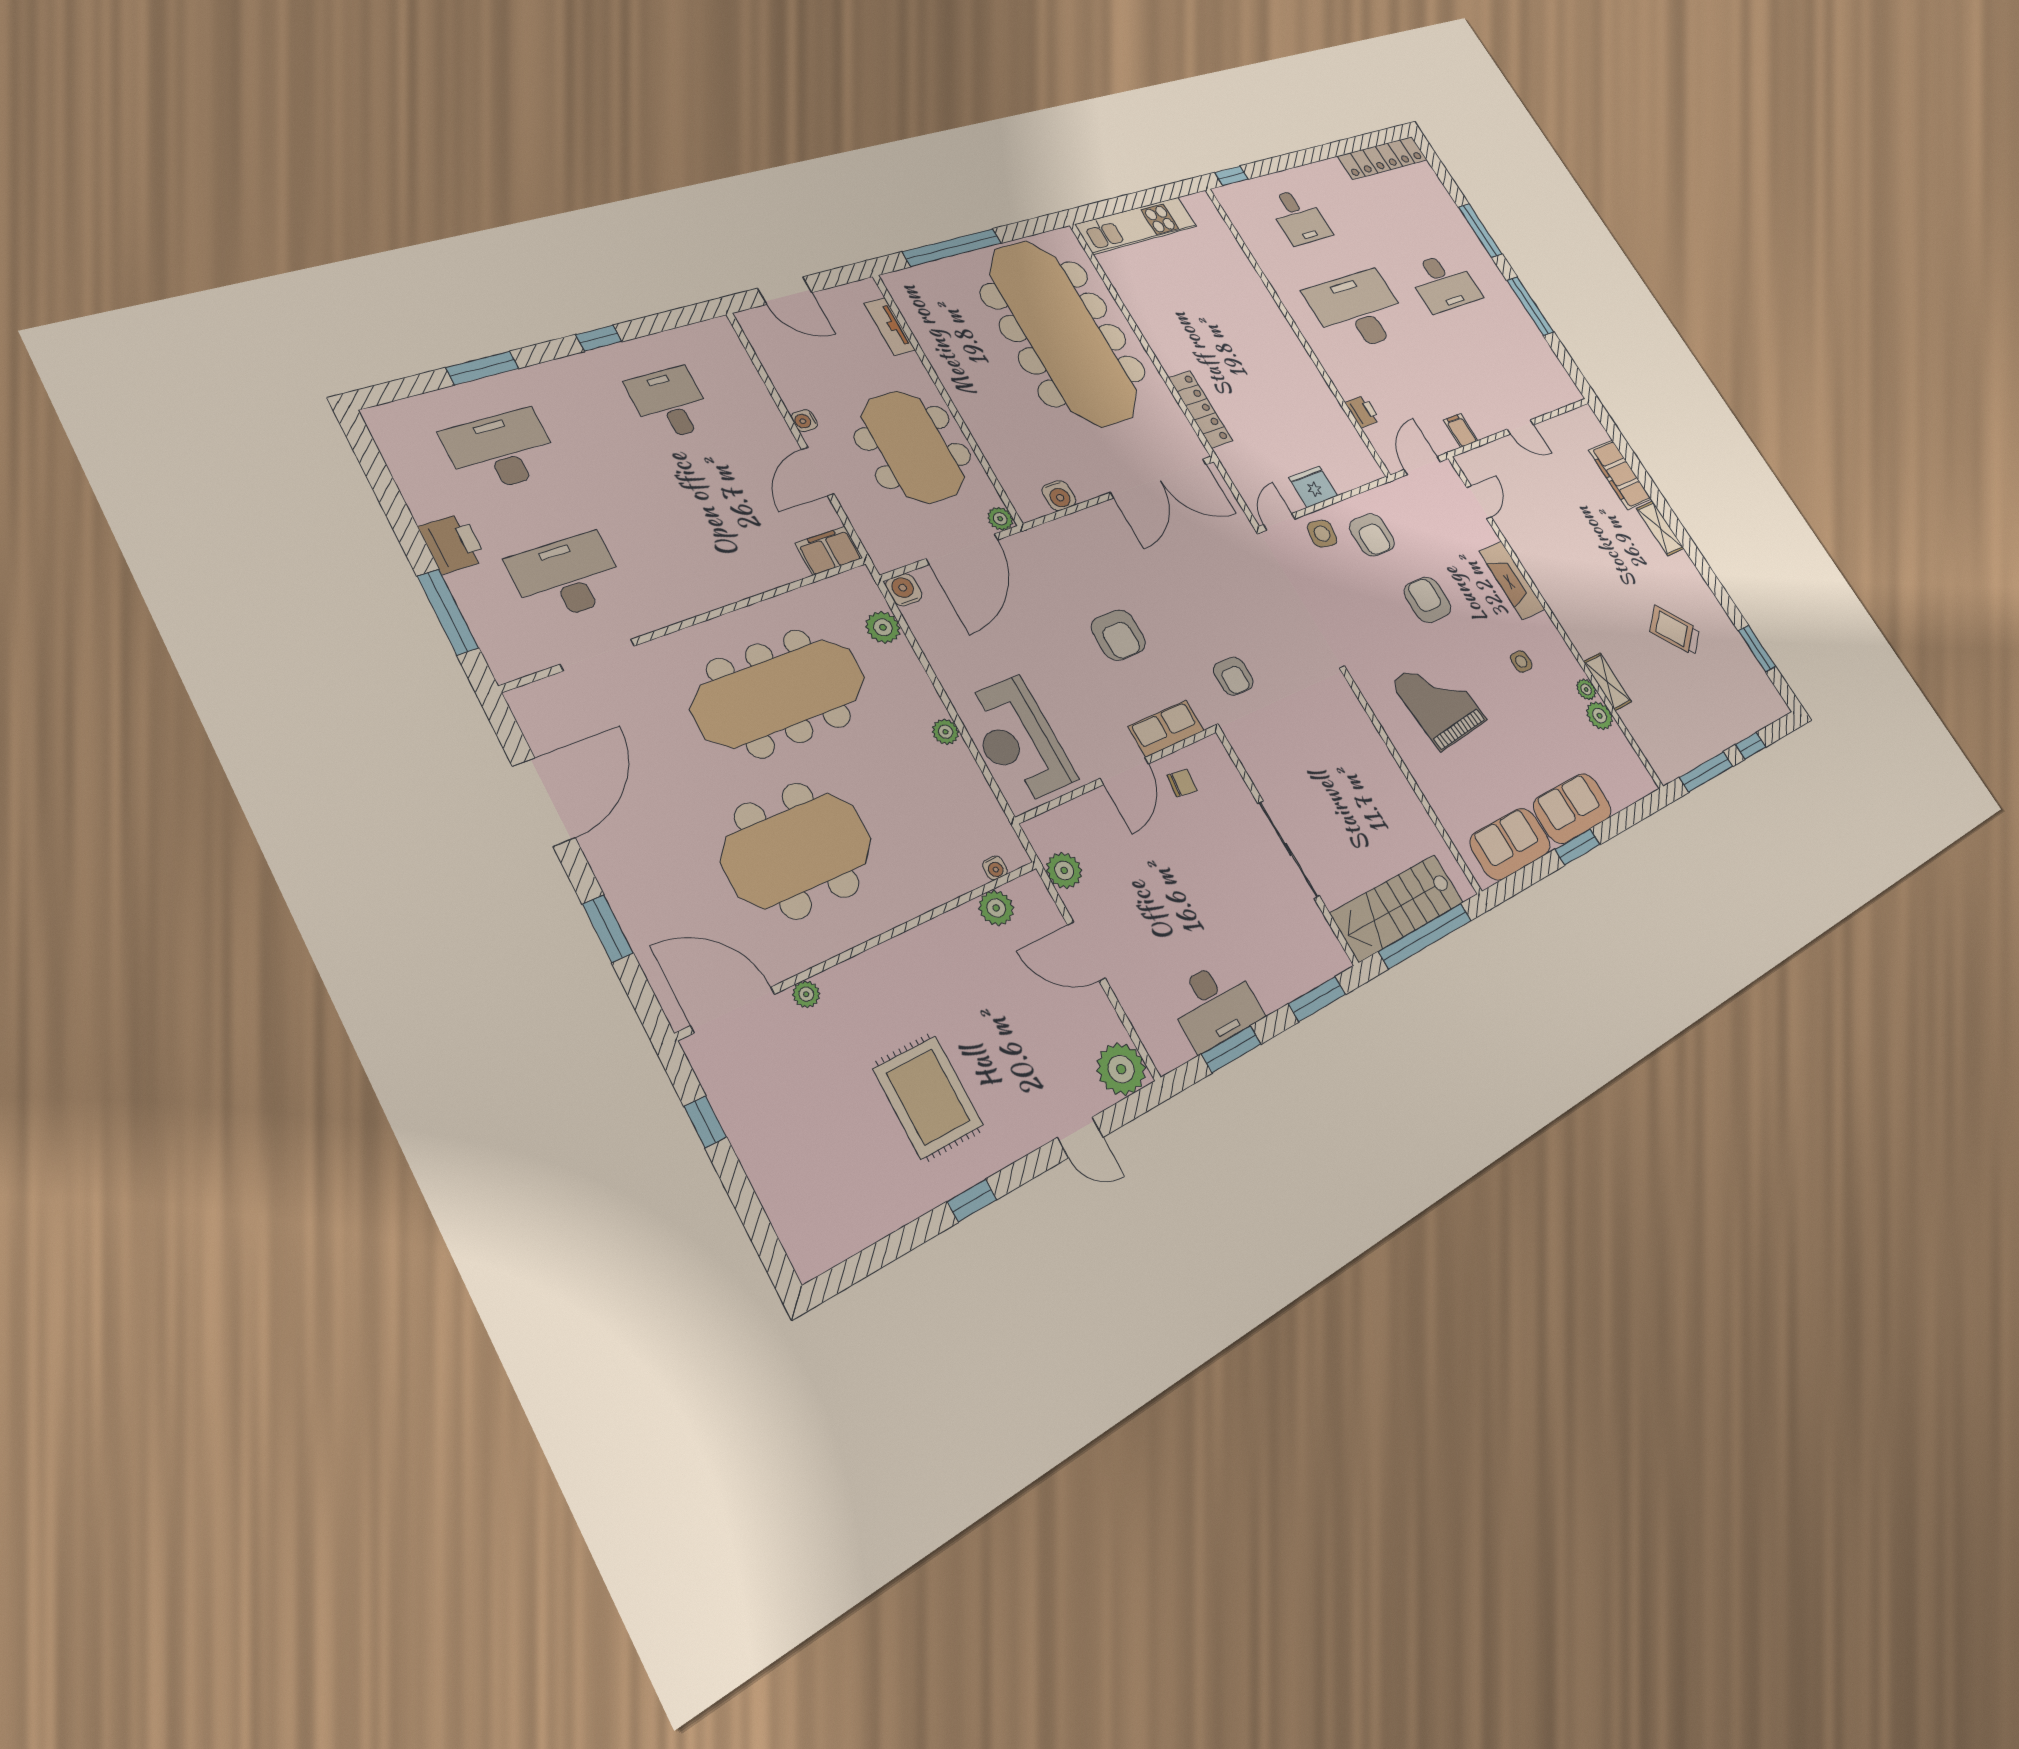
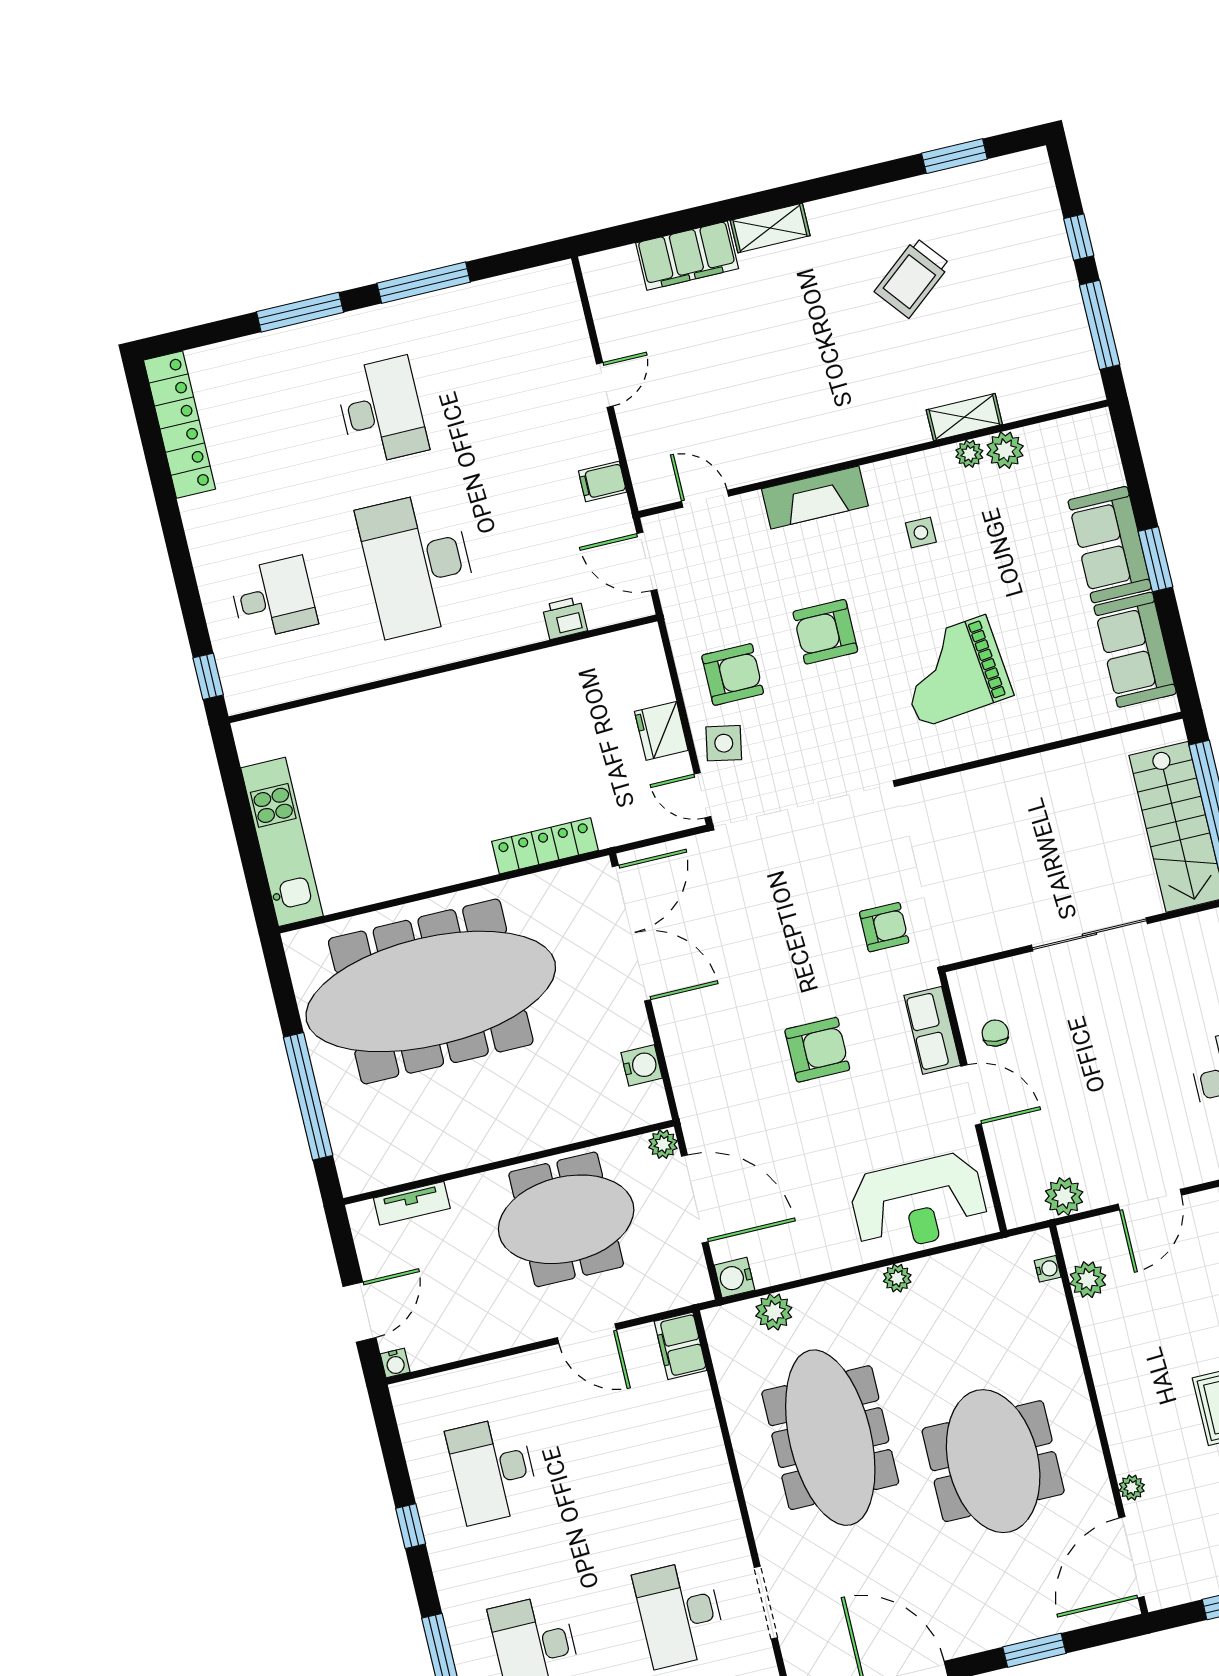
desk: (670, 403) -> (493, 1470), width x1.37
water cooler: (804, 421) -> (395, 1363), moved

